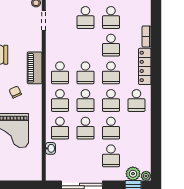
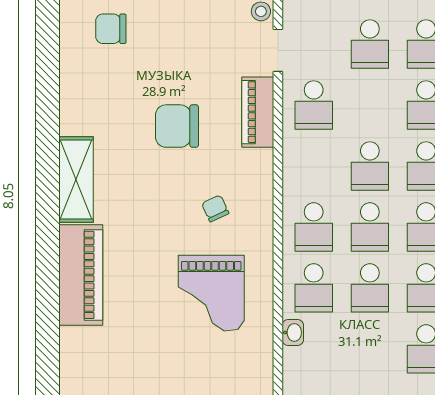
piano: (35, 68) -> (258, 112), moved
school desk: (60, 73) -> (314, 105), moved

